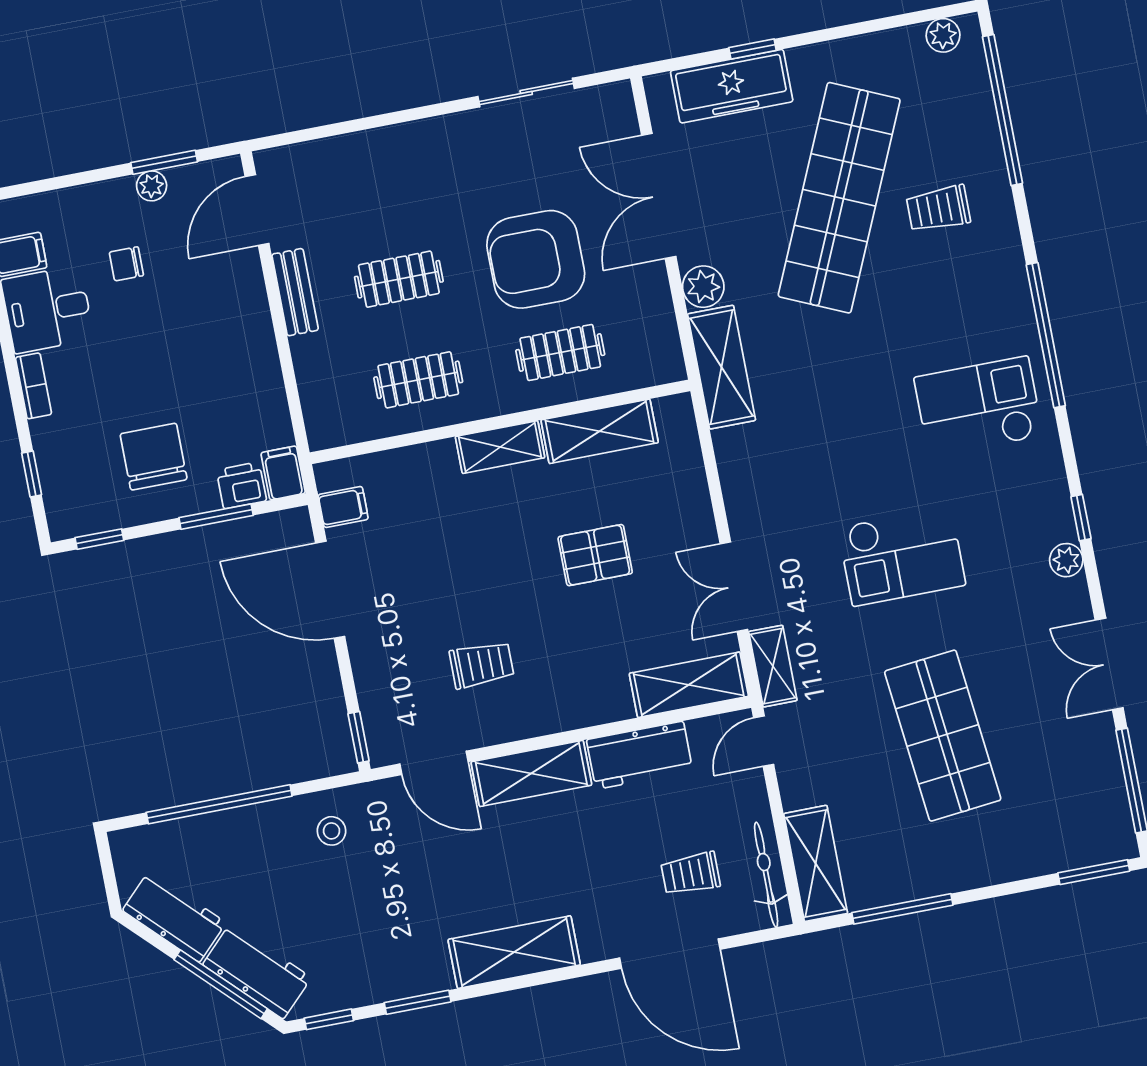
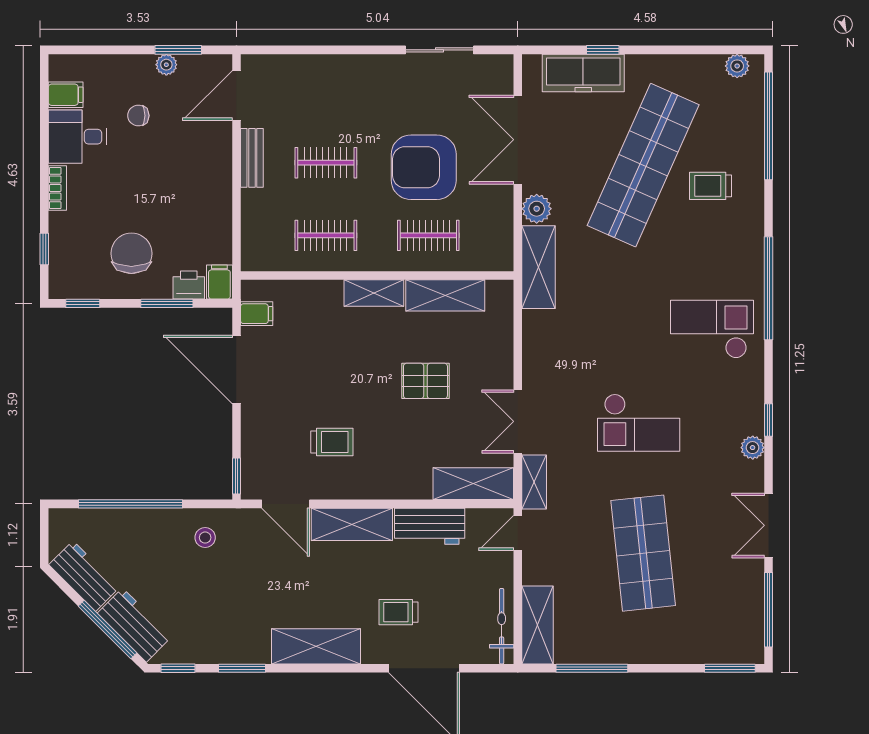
trolley: (691, 874) -> (399, 612), moved

